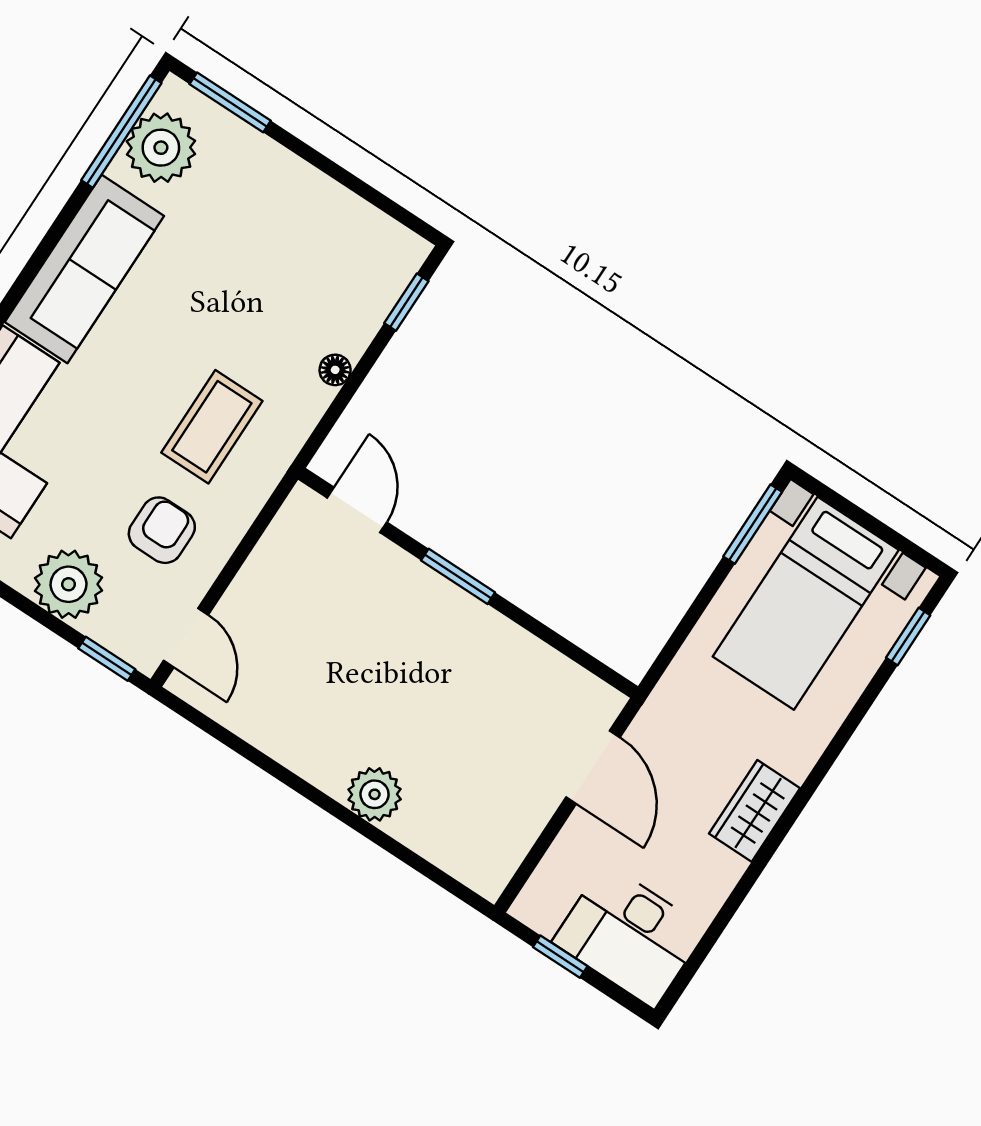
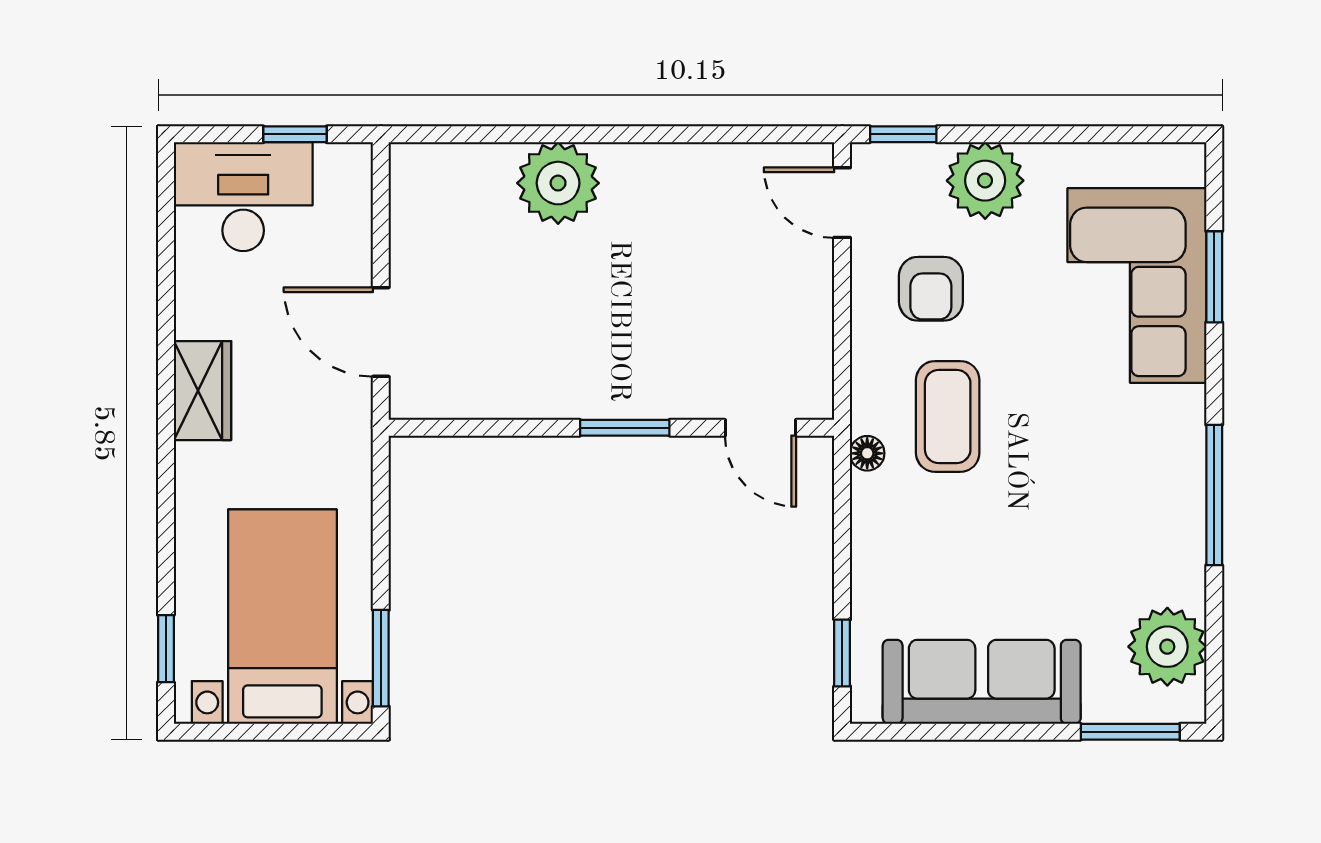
window: (121, 132) -> (1214, 495), moved
sofa: (84, 269) -> (982, 682), moved, turned 90
floor lamp: (335, 370) -> (867, 453), moved
plant: (375, 794) -> (558, 183), width x1.36, depth x1.36

